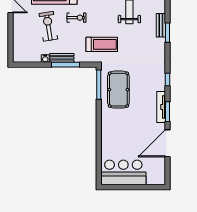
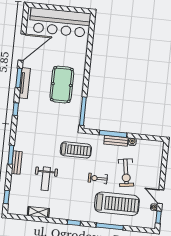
treadmill: (102, 44) -> (76, 150), turned 180
pool table: (118, 90) -> (62, 85), moved
bar counter: (123, 172) -> (60, 22), width x1.36

